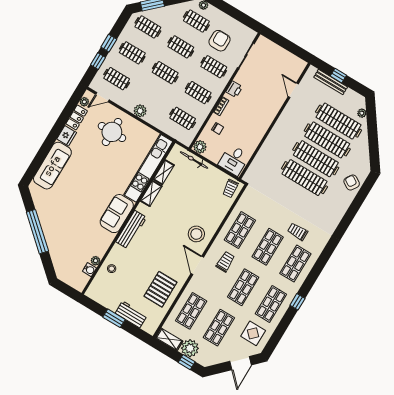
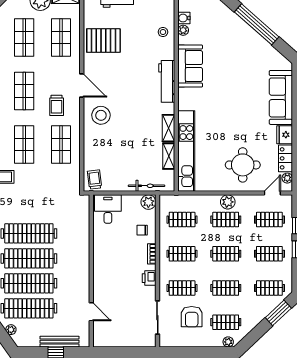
clothes rail: (150, 99) -> (226, 220), added
sofa: (117, 214) -> (190, 66), moved
pallet: (160, 289) -> (103, 41), turned 90

